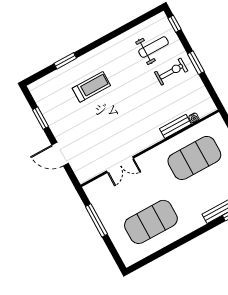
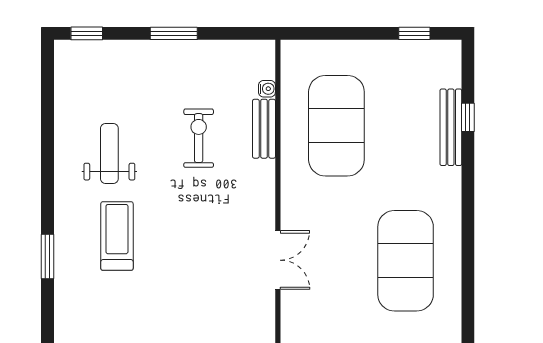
weight bench: (154, 47) -> (109, 154), moved
exercise bike: (171, 72) -> (199, 138), moved

